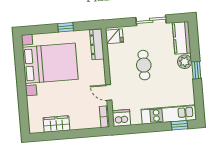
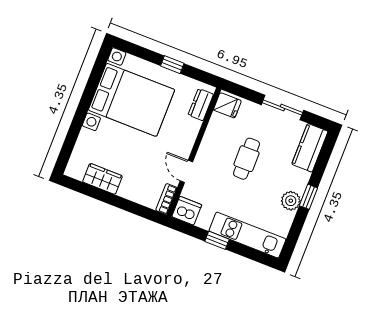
dresser: (97, 44) -> (201, 105), width x0.70
plant: (185, 62) -> (291, 201), moved
window: (180, 125) -> (217, 240), moved

